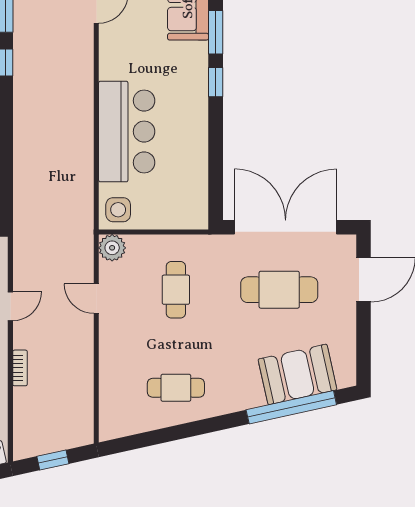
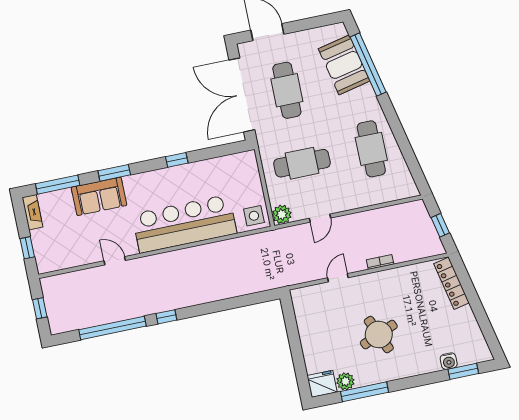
window: (216, 82) -> (177, 160), moved
bar counter: (127, 132) -> (184, 224), width x1.36
cafe table: (176, 290) -> (302, 163), width x1.37, depth x1.35
door: (10, 306) -> (338, 278), hinge flipped
cafe table: (176, 388) -> (371, 149), width x1.37, depth x1.35

